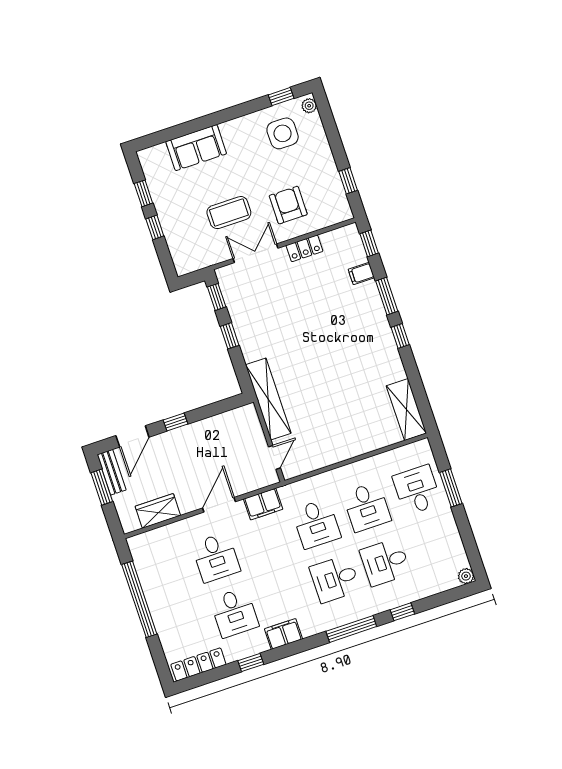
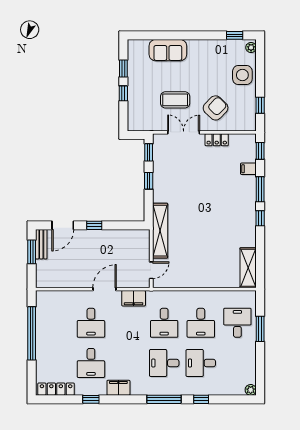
side table: (283, 133) -> (242, 75), moved
armchair: (288, 205) -> (216, 108), turned 44
wardrobe: (158, 511) -> (63, 280), removed

